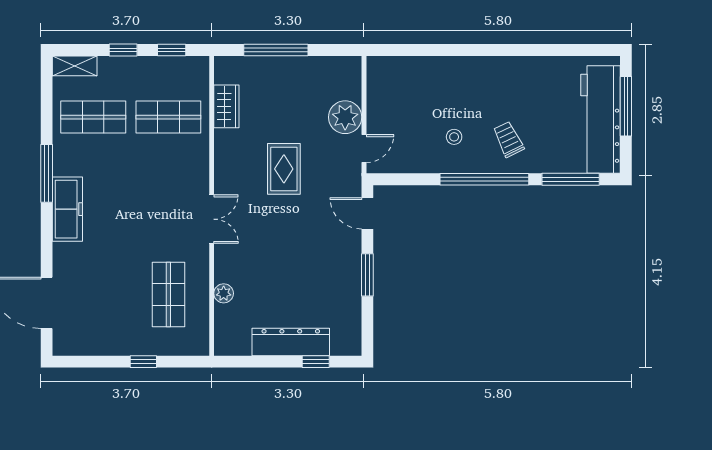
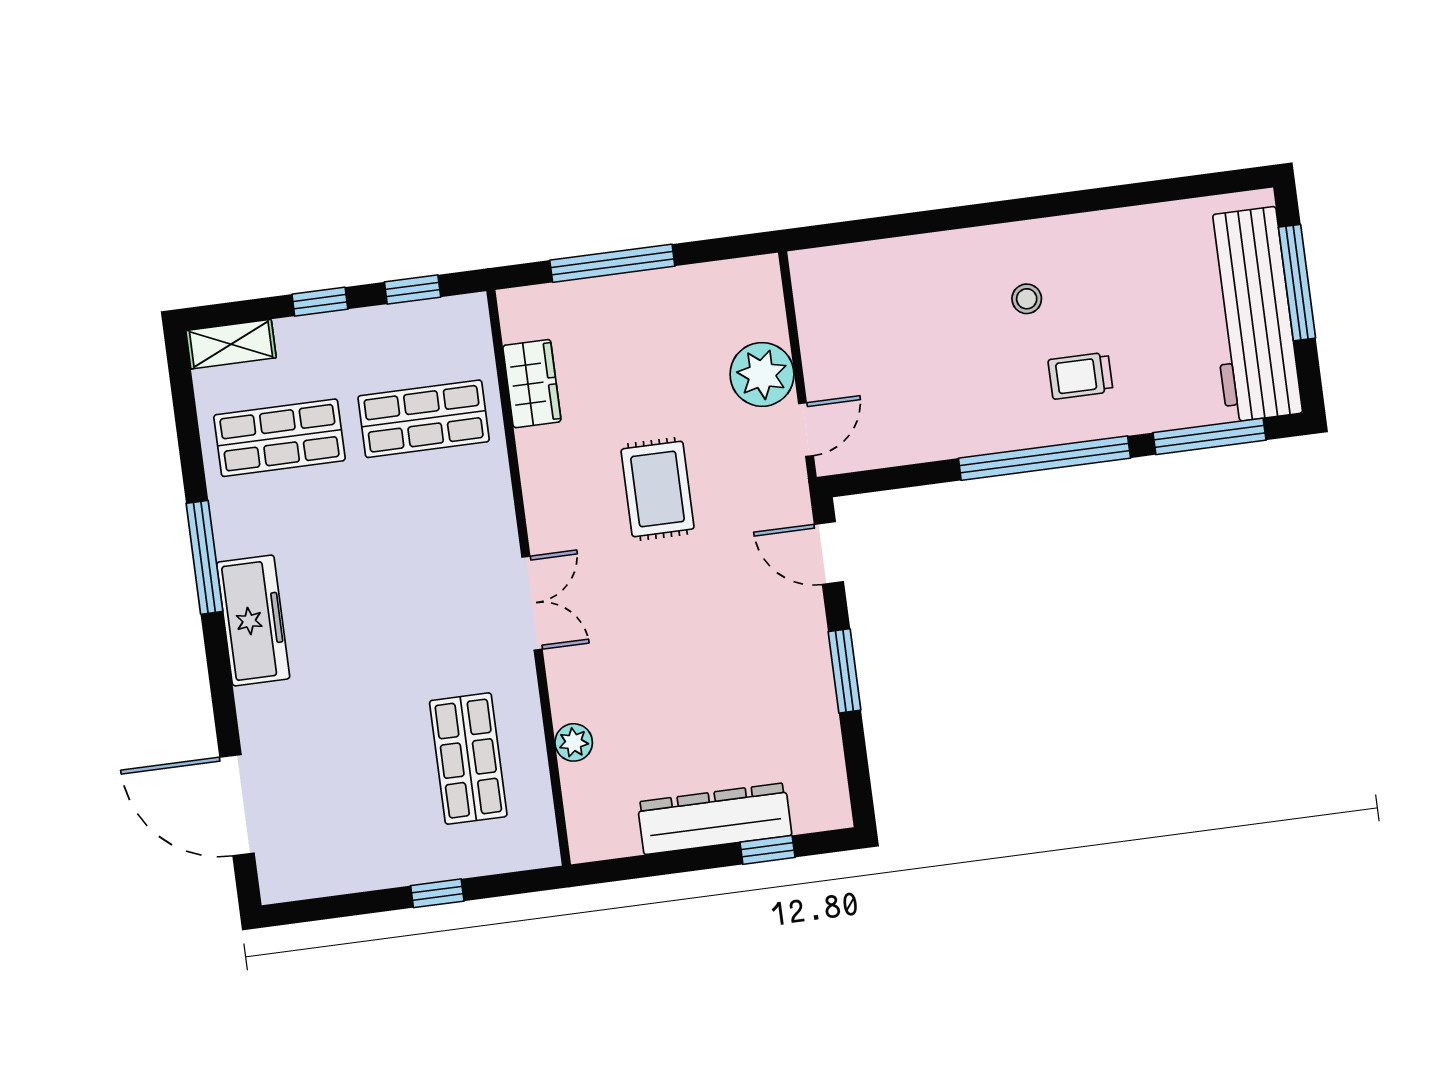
stool: (454, 137) -> (1027, 299), moved
trolley: (508, 139) -> (1080, 376), turned -64

